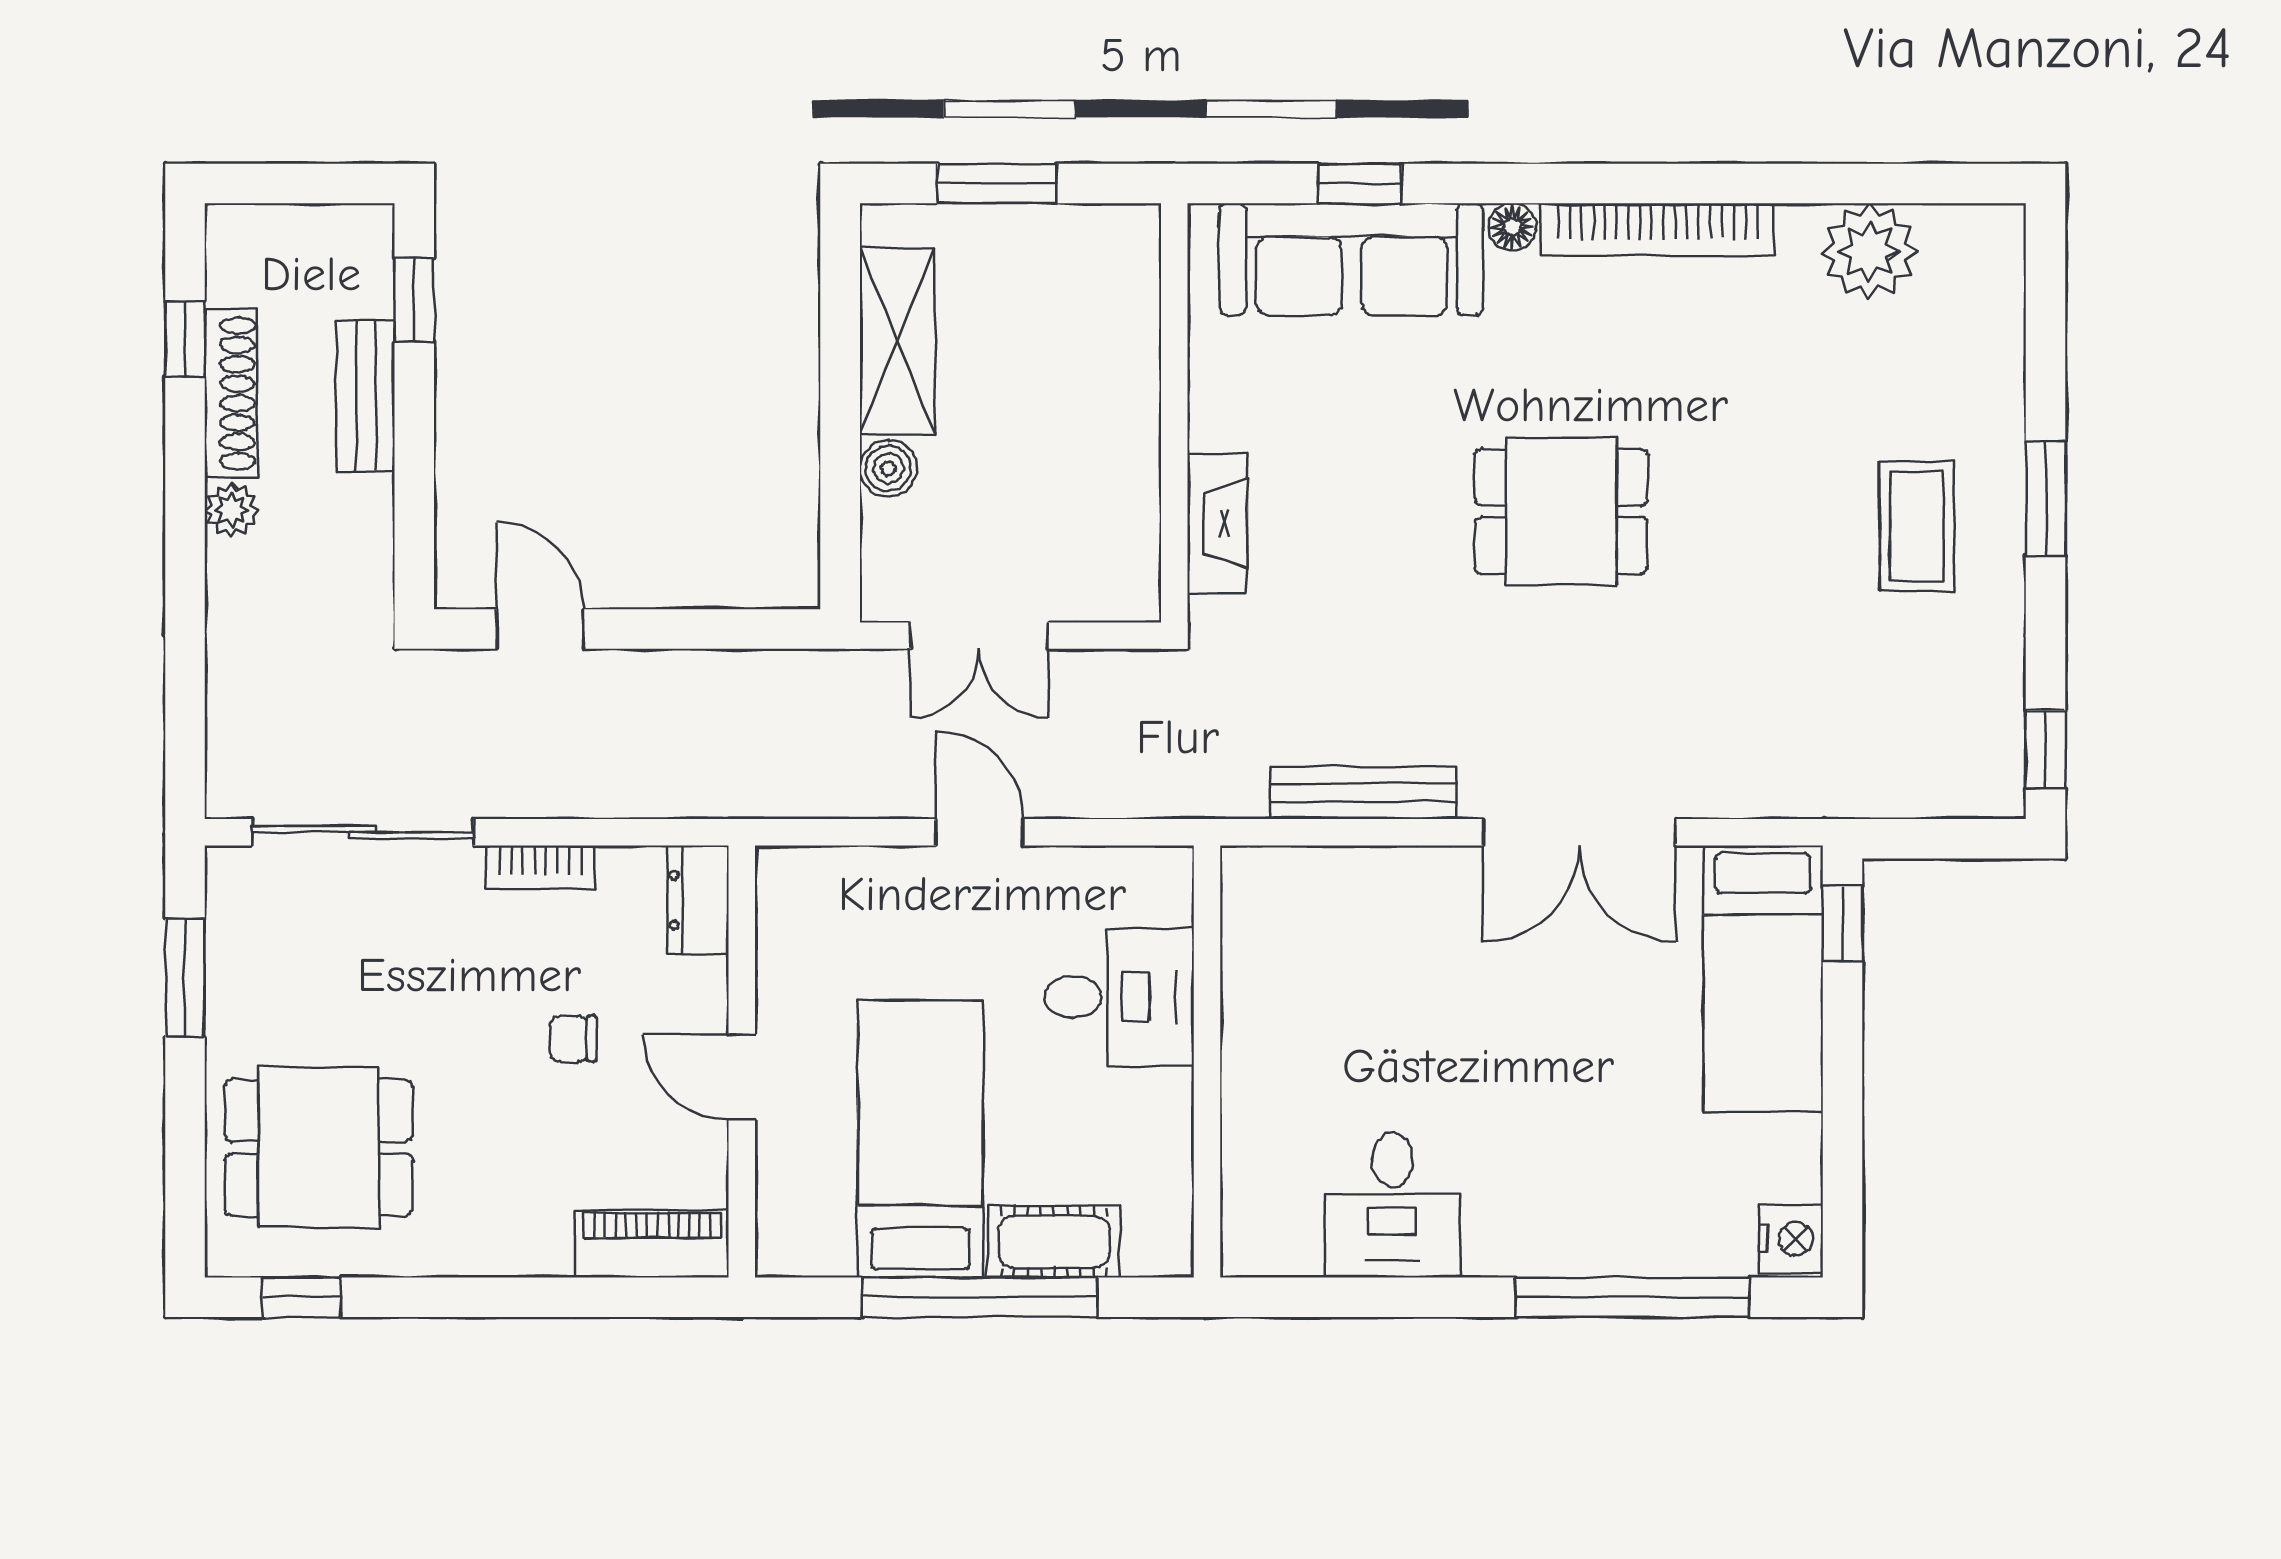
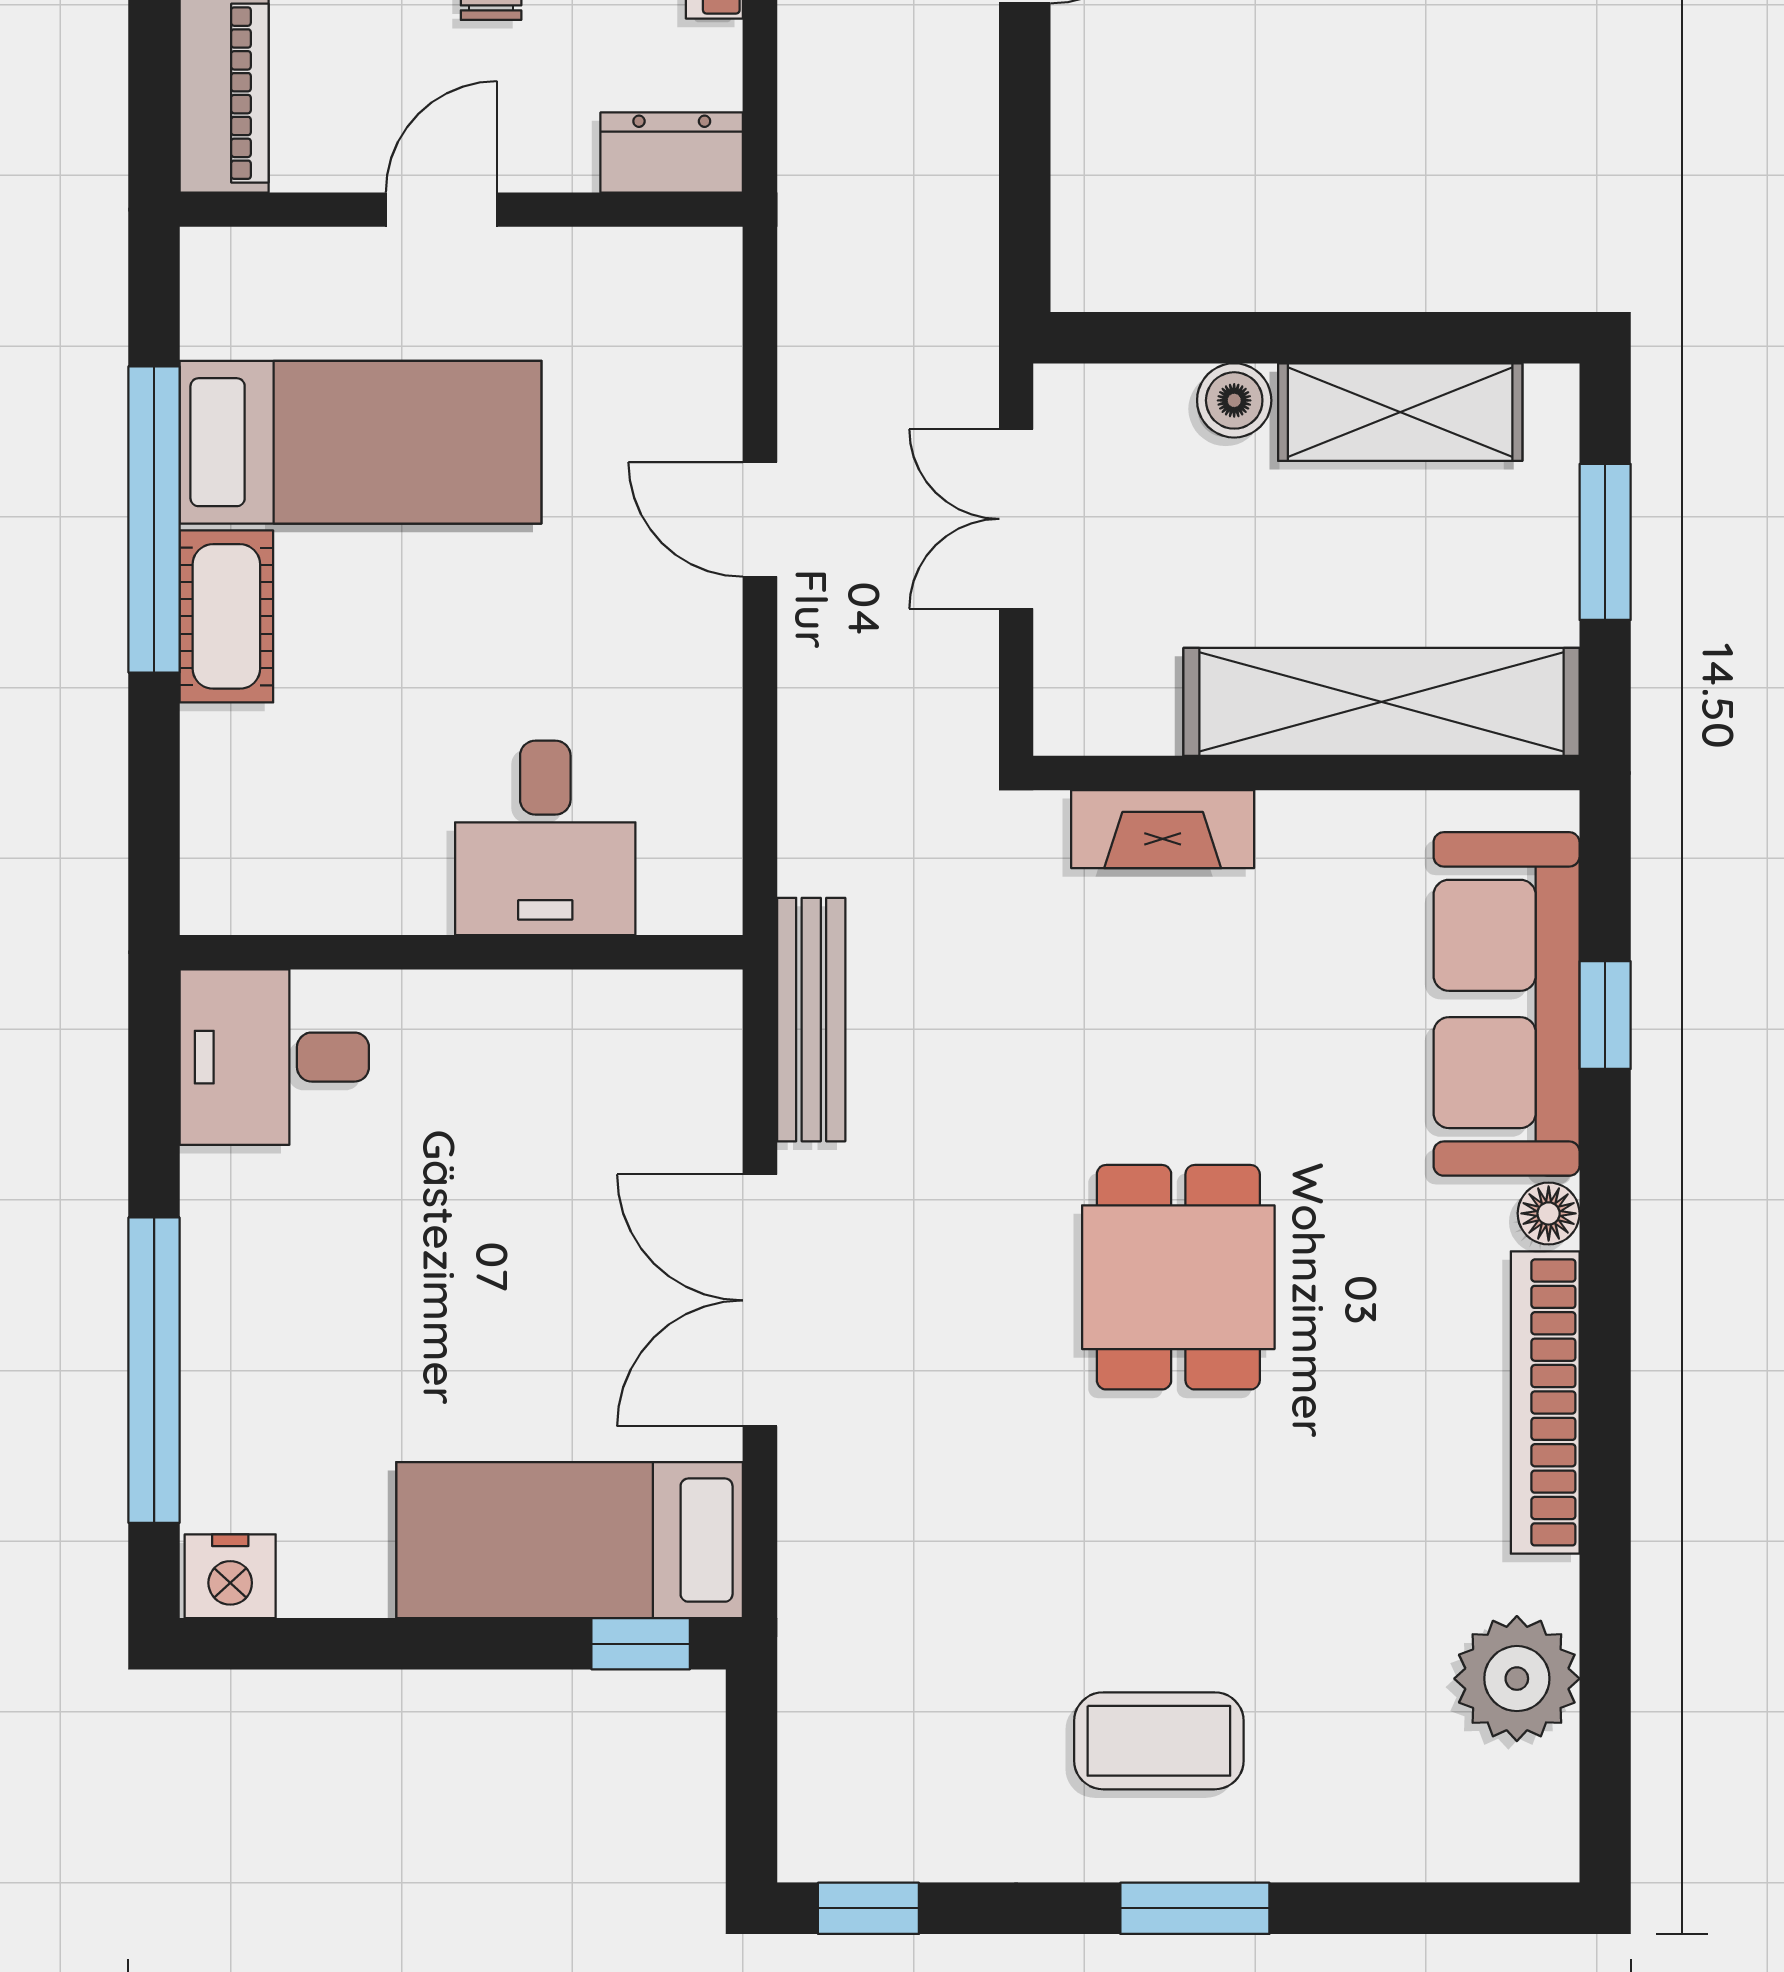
shelving: (1120, 355) -> (1381, 702), added
door: (980, 832) -> (760, 519), swing flipped
desk: (1119, 997) -> (545, 838), moved
wall: (1207, 1061) -> (461, 952), moved

